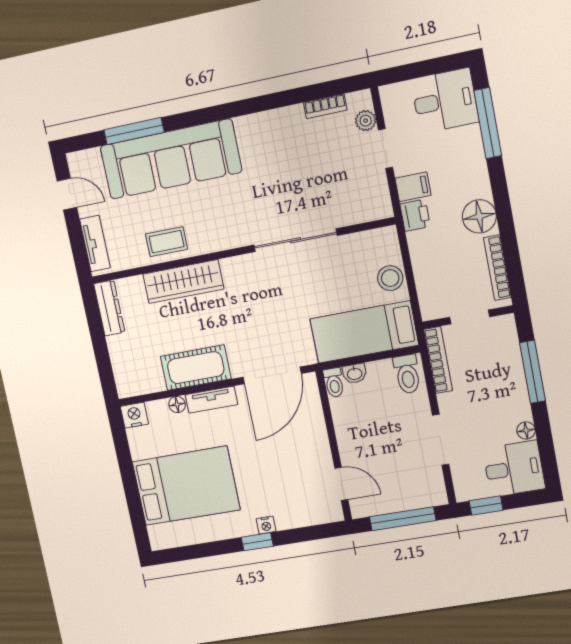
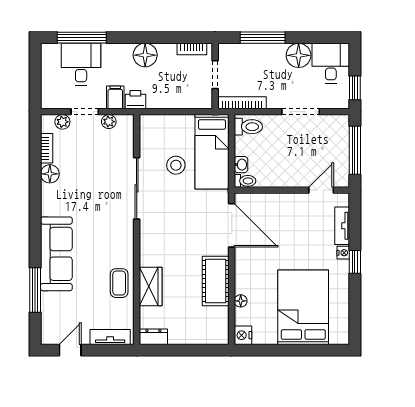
desk: (445, 101) -> (81, 64), moved
floor lamp: (292, 118) -> (50, 174), added
sofa: (171, 159) -> (56, 254), width x0.74, depth x0.79
plant: (378, 185) -> (109, 122), added
bookcase: (497, 268) -> (192, 49), width x0.64
stool: (390, 278) -> (176, 165), moved
wardrobe: (183, 282) -> (151, 286), width x0.67
dresser: (109, 308) -> (153, 337), width x0.70
tv unit: (211, 400) -> (342, 226), moved, turned 180
floor lamp: (526, 430) -> (299, 55), width x1.89, depth x1.89

